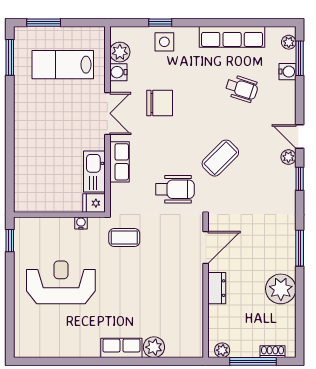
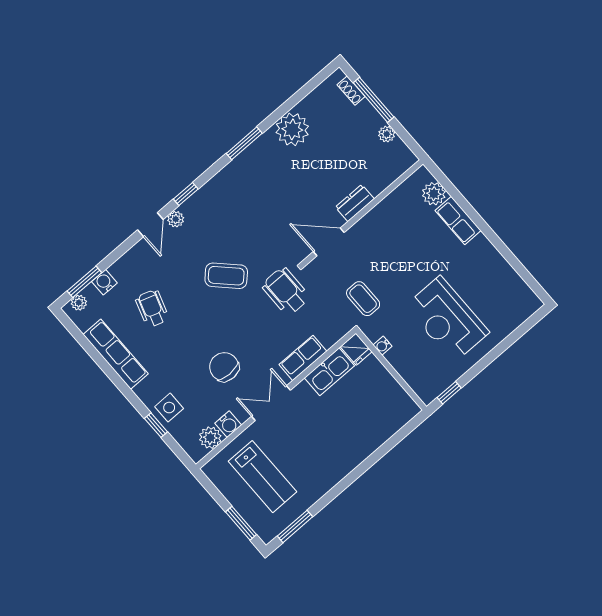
door: (206, 247) -> (329, 242), moved
wall: (206, 287) -> (362, 213), moved
dresser: (217, 288) -> (355, 203), moved

